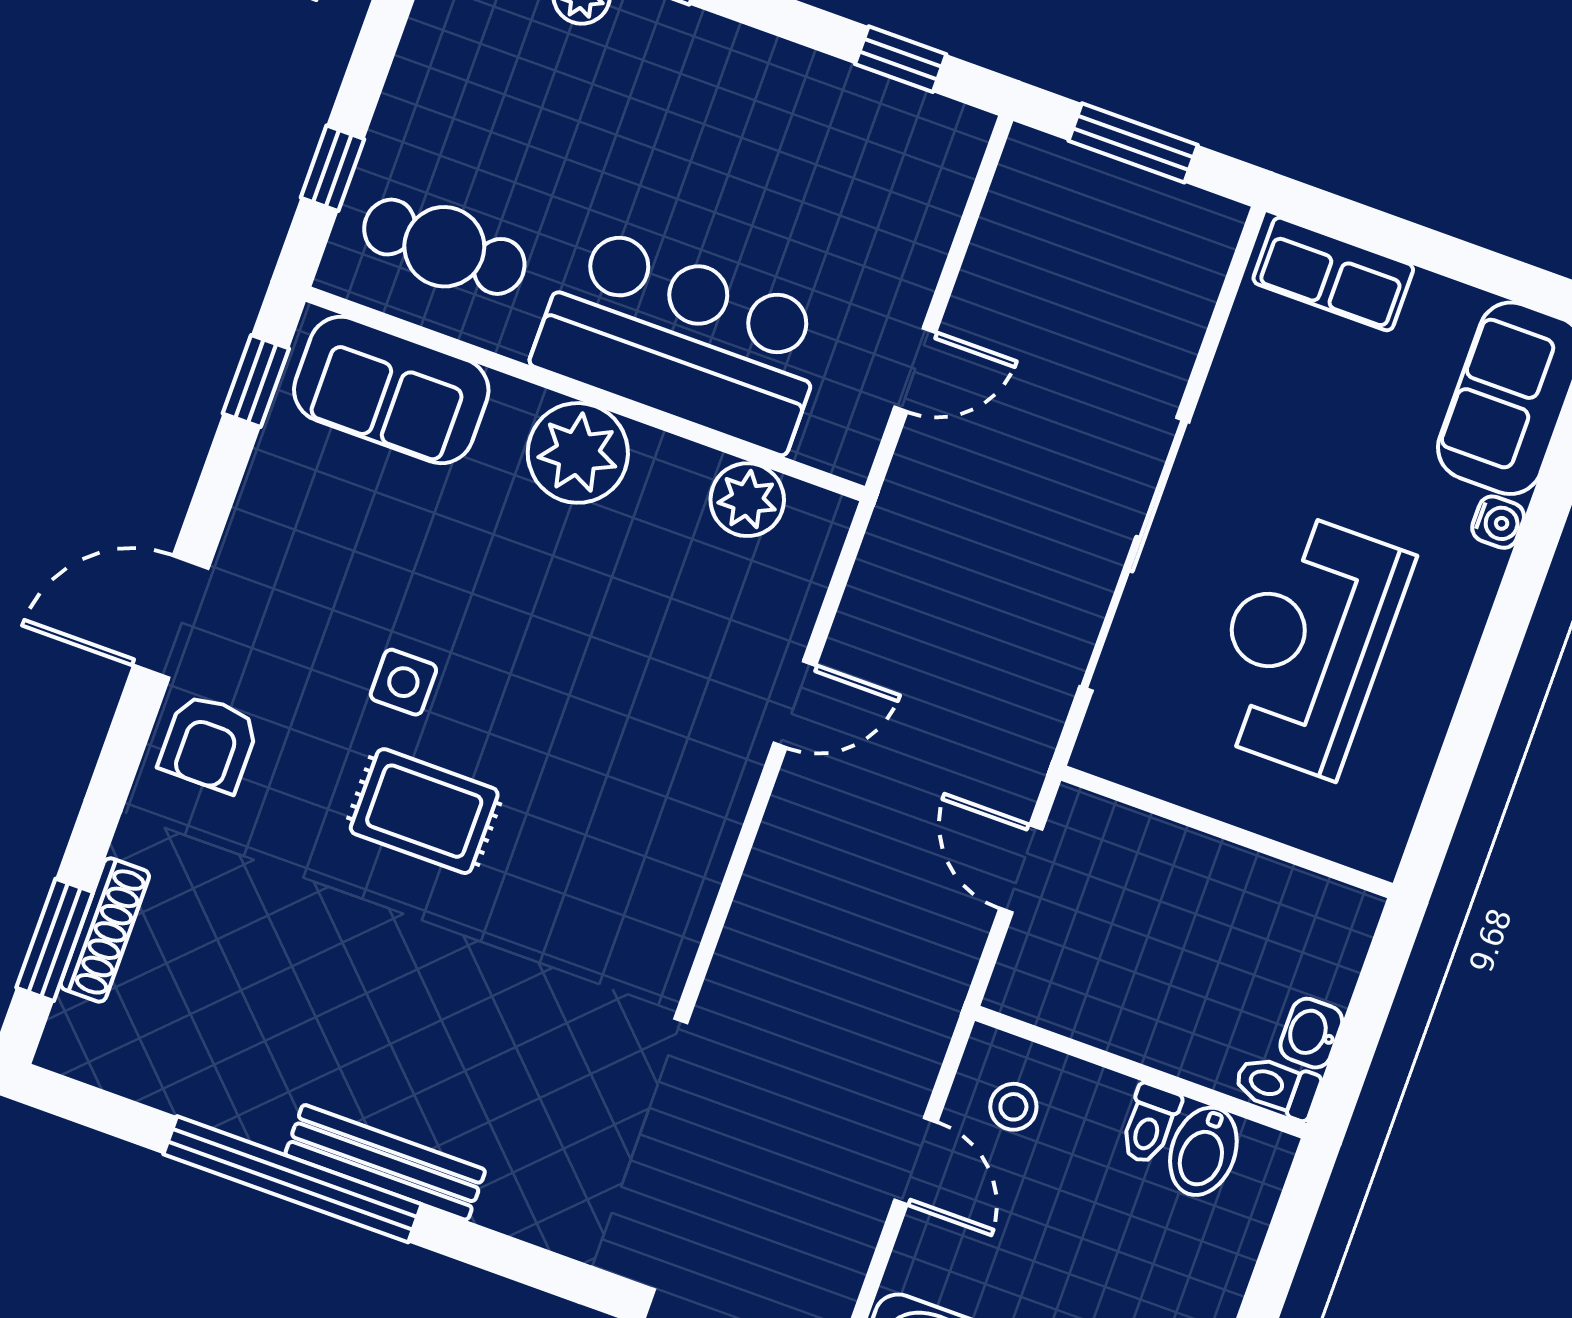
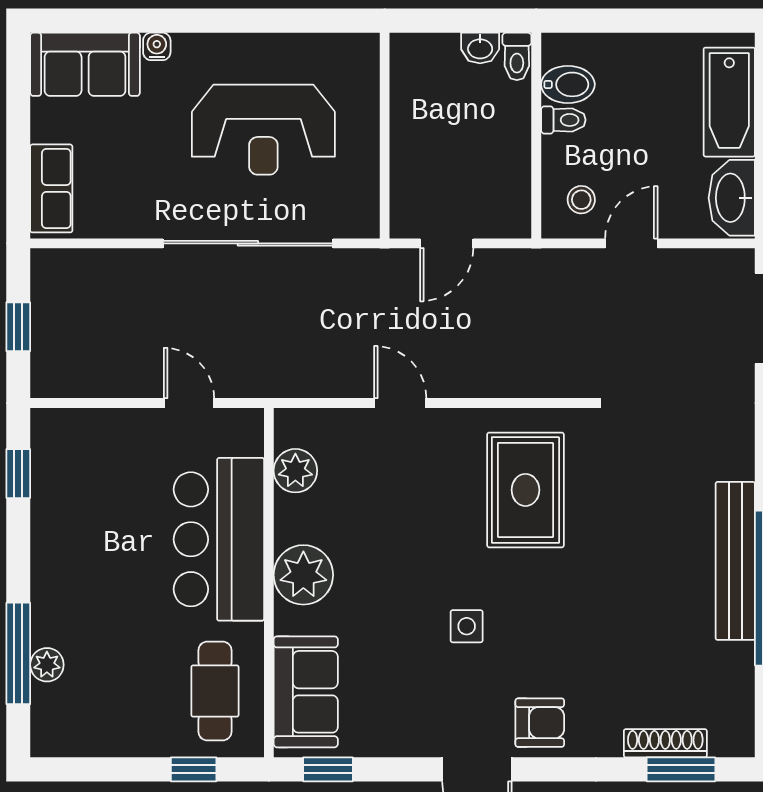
window: (1133, 143) -> (18, 327), width x0.67
rug: (424, 811) -> (525, 490), moved, width x1.36, depth x1.43
bench: (385, 1162) -> (735, 561), width x1.37, depth x1.21

